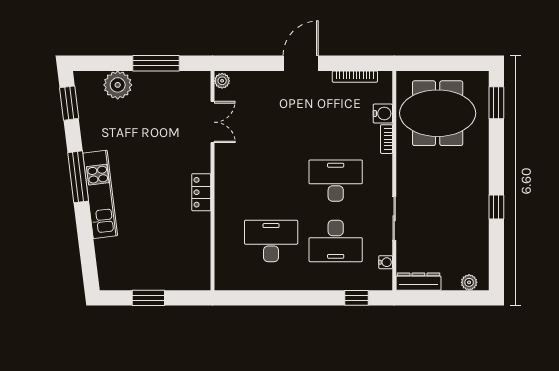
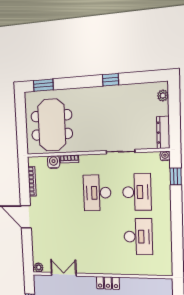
desk: (271, 241) -> (138, 237), turned 180
water cooler: (386, 262) -> (165, 156), moved

